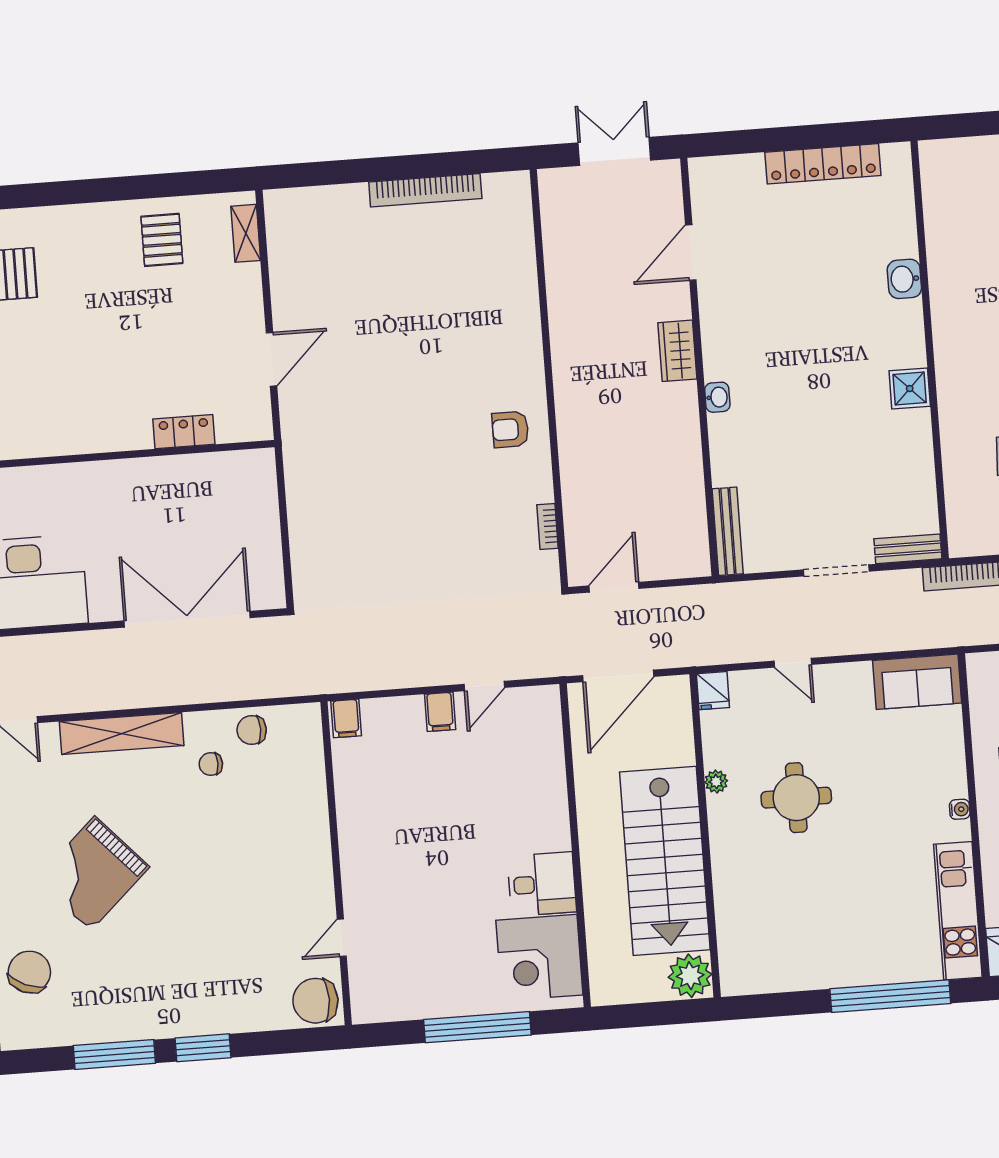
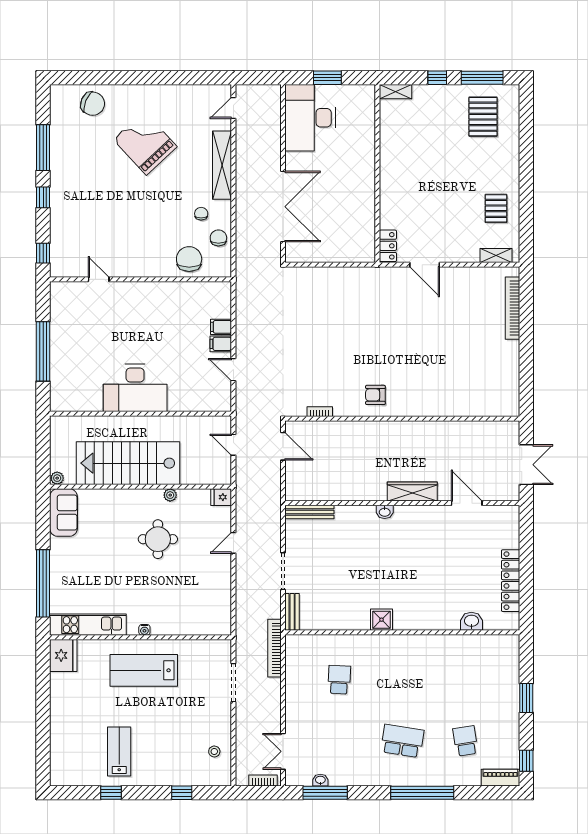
bookcase: (425, 190) -> (513, 308), moved
pallet: (162, 240) -> (496, 208), turned 90
washbasin: (904, 279) -> (471, 621), moved
wardrobe: (677, 351) -> (412, 492), width x1.50
armchair: (510, 429) -> (375, 395), turned -90
locker: (184, 432) -> (388, 246), moved
door: (618, 676) -> (233, 445), width x0.53
sofa: (917, 682) -> (64, 513), moved, turned 180
filing cabinet: (346, 718) -> (221, 327), moved
desk: (542, 884) -> (135, 388), width x1.87, depth x1.30
corner desk: (539, 958) -> (79, 389), removed
plant: (690, 976) -> (57, 478), width x0.53, depth x0.53
chair: (315, 1001) -> (189, 259), moved
window: (302, 1040) -> (43, 253), added
window: (203, 1048) -> (43, 197), width x0.67

